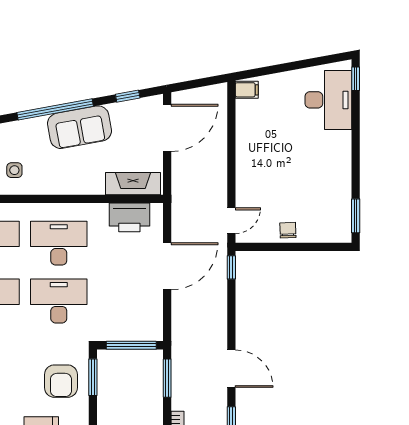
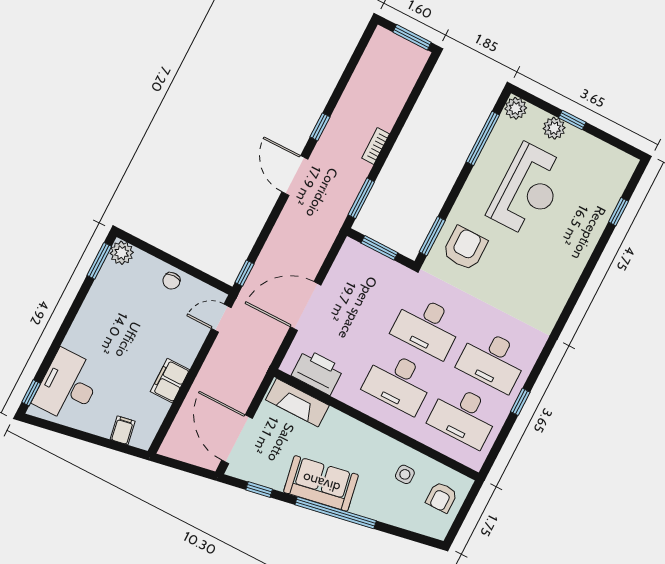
filing cabinet: (247, 90) -> (123, 430), moved, turned 80
door: (167, 128) -> (237, 439), hinge flipped
filing cabinet: (247, 148) -> (170, 381), added
plant: (341, 232) -> (122, 253), added
window: (131, 345) -> (379, 248), width x0.69

